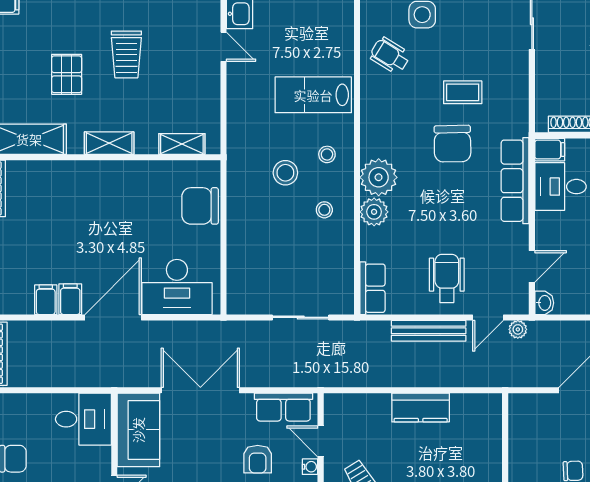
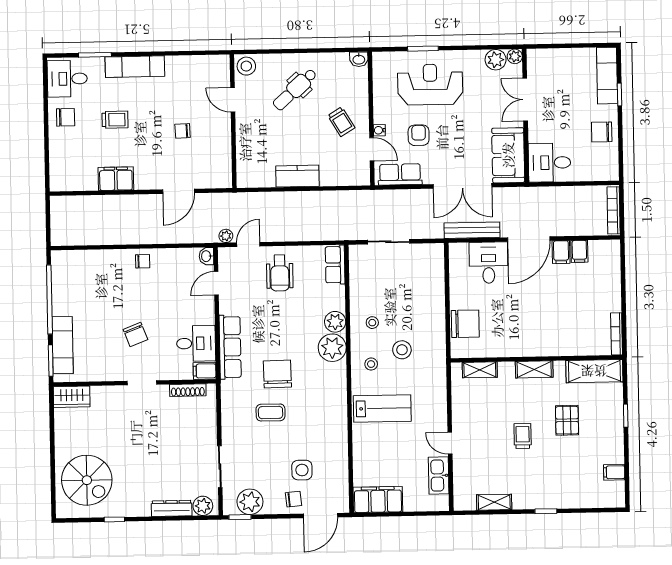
trolley: (126, 54) -> (523, 436), width x0.73, depth x0.72
wheelchair: (390, 55) -> (326, 439), removed
desk: (177, 287) -> (489, 263), width x0.73
bench: (429, 331) -> (472, 230), moved

